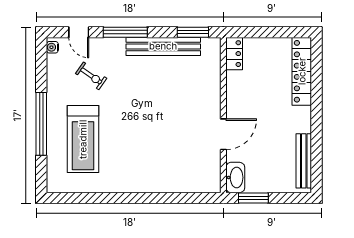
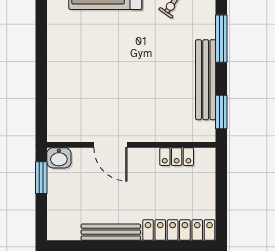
locker: (234, 54) -> (177, 157), moved
bench: (304, 161) -> (111, 232), moved
washbasin: (235, 177) -> (59, 158), width x0.72

